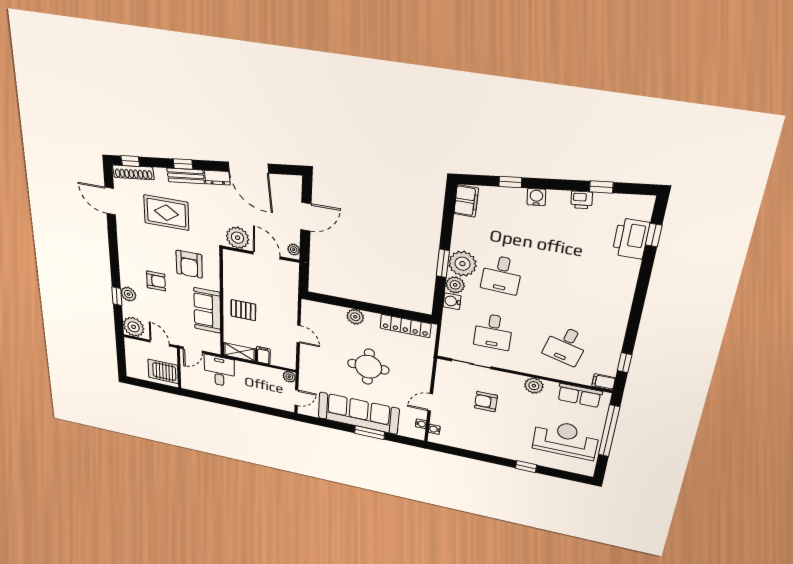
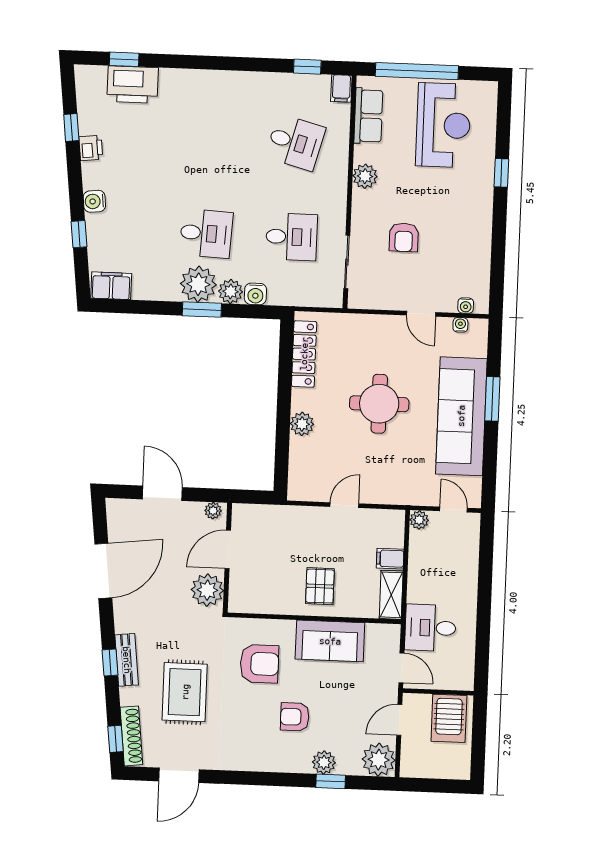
dresser: (217, 178) -> (123, 615), removed
armchair: (156, 281) -> (295, 717), turned -90
reception desk: (566, 439) -> (443, 125), turned 180

